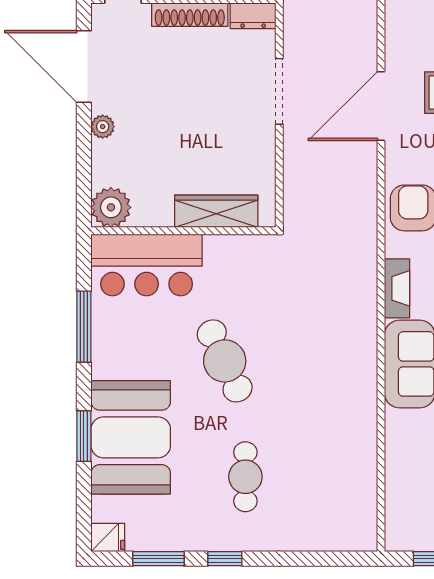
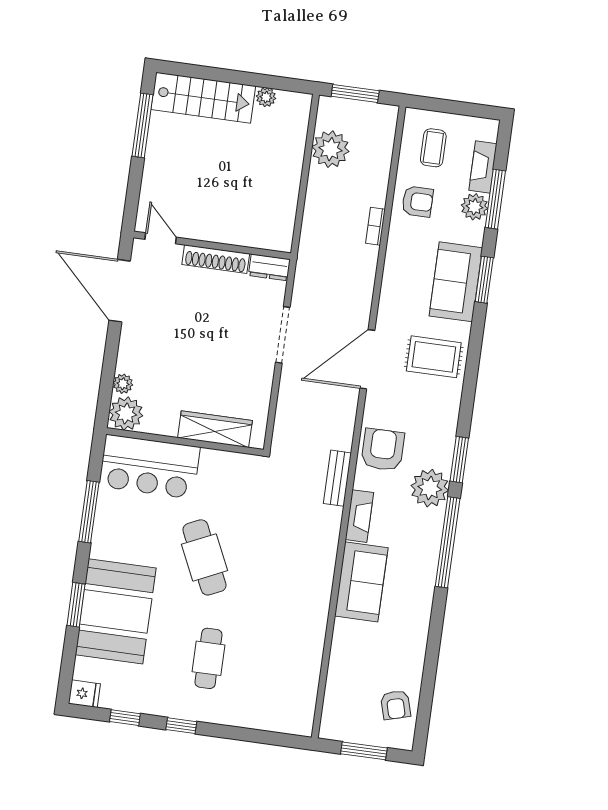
plant: (103, 127) -> (123, 384), moved
bench: (365, 248) -> (337, 478), added
window: (158, 559) -> (125, 718), width x0.67

